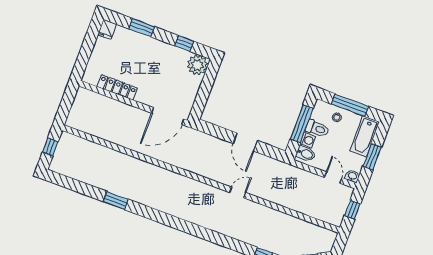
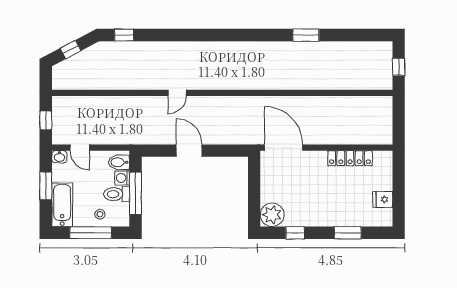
fridge: (107, 29) -> (383, 199), moved, turned -90
door: (168, 116) -> (284, 148), hinge flipped

